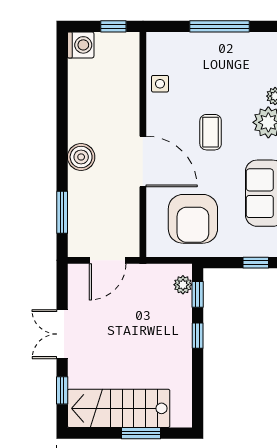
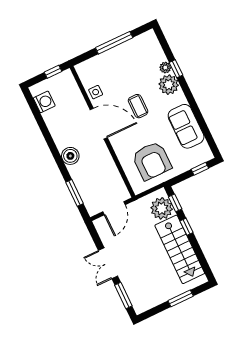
washing machine: (81, 45) -> (44, 102), moved
door: (143, 161) -> (99, 124), moved
plant: (183, 285) -> (162, 208), width x1.88, depth x1.88
window: (62, 390) -> (123, 296), width x1.50
stairs: (119, 408) -> (180, 249), moved, turned -90

